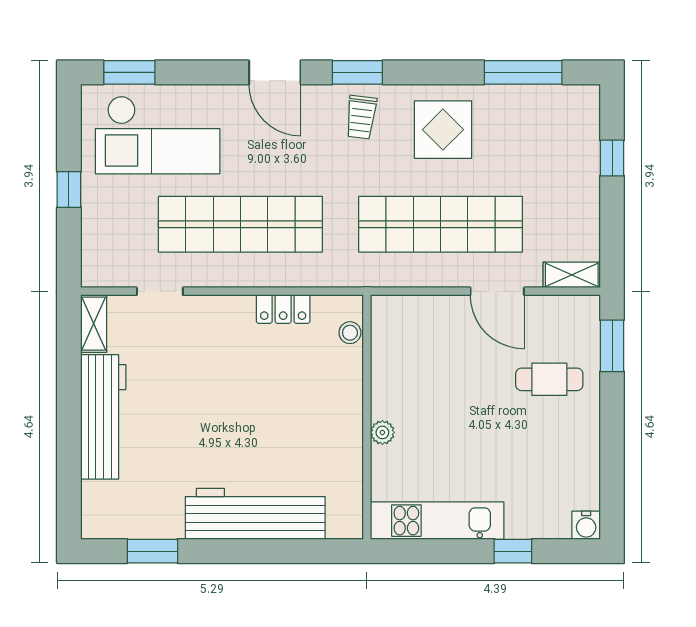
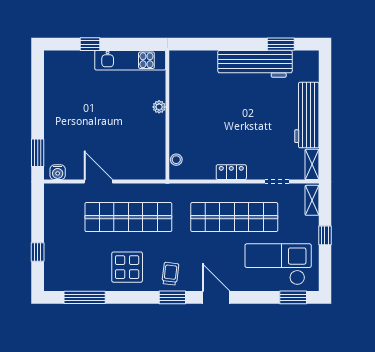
shelving: (572, 275) -> (312, 200), moved, turned 90
locker: (283, 309) -> (231, 172), moved
cafe table: (549, 379) -> (71, 135), removed
workbench: (255, 514) -> (255, 64), moved
water cooler: (586, 525) -> (58, 172), moved, turned 180

